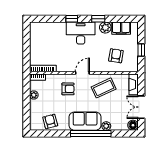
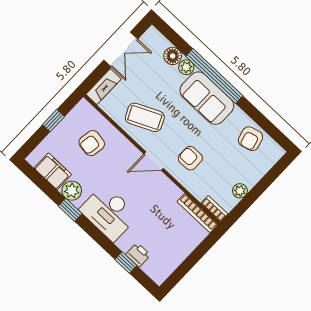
window: (72, 19) -> (126, 262), moved
printer: (51, 27) -> (138, 255), added
floor lamp: (133, 125) -> (173, 56), moved

